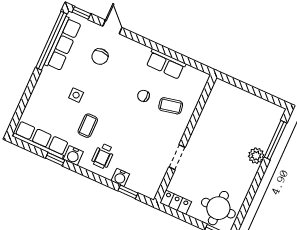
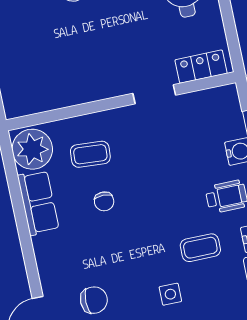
plant: (193, 80) -> (32, 149), added
coffee table: (171, 106) -> (90, 154), turned -74
locker: (176, 202) -> (201, 67), moved, turned 90

